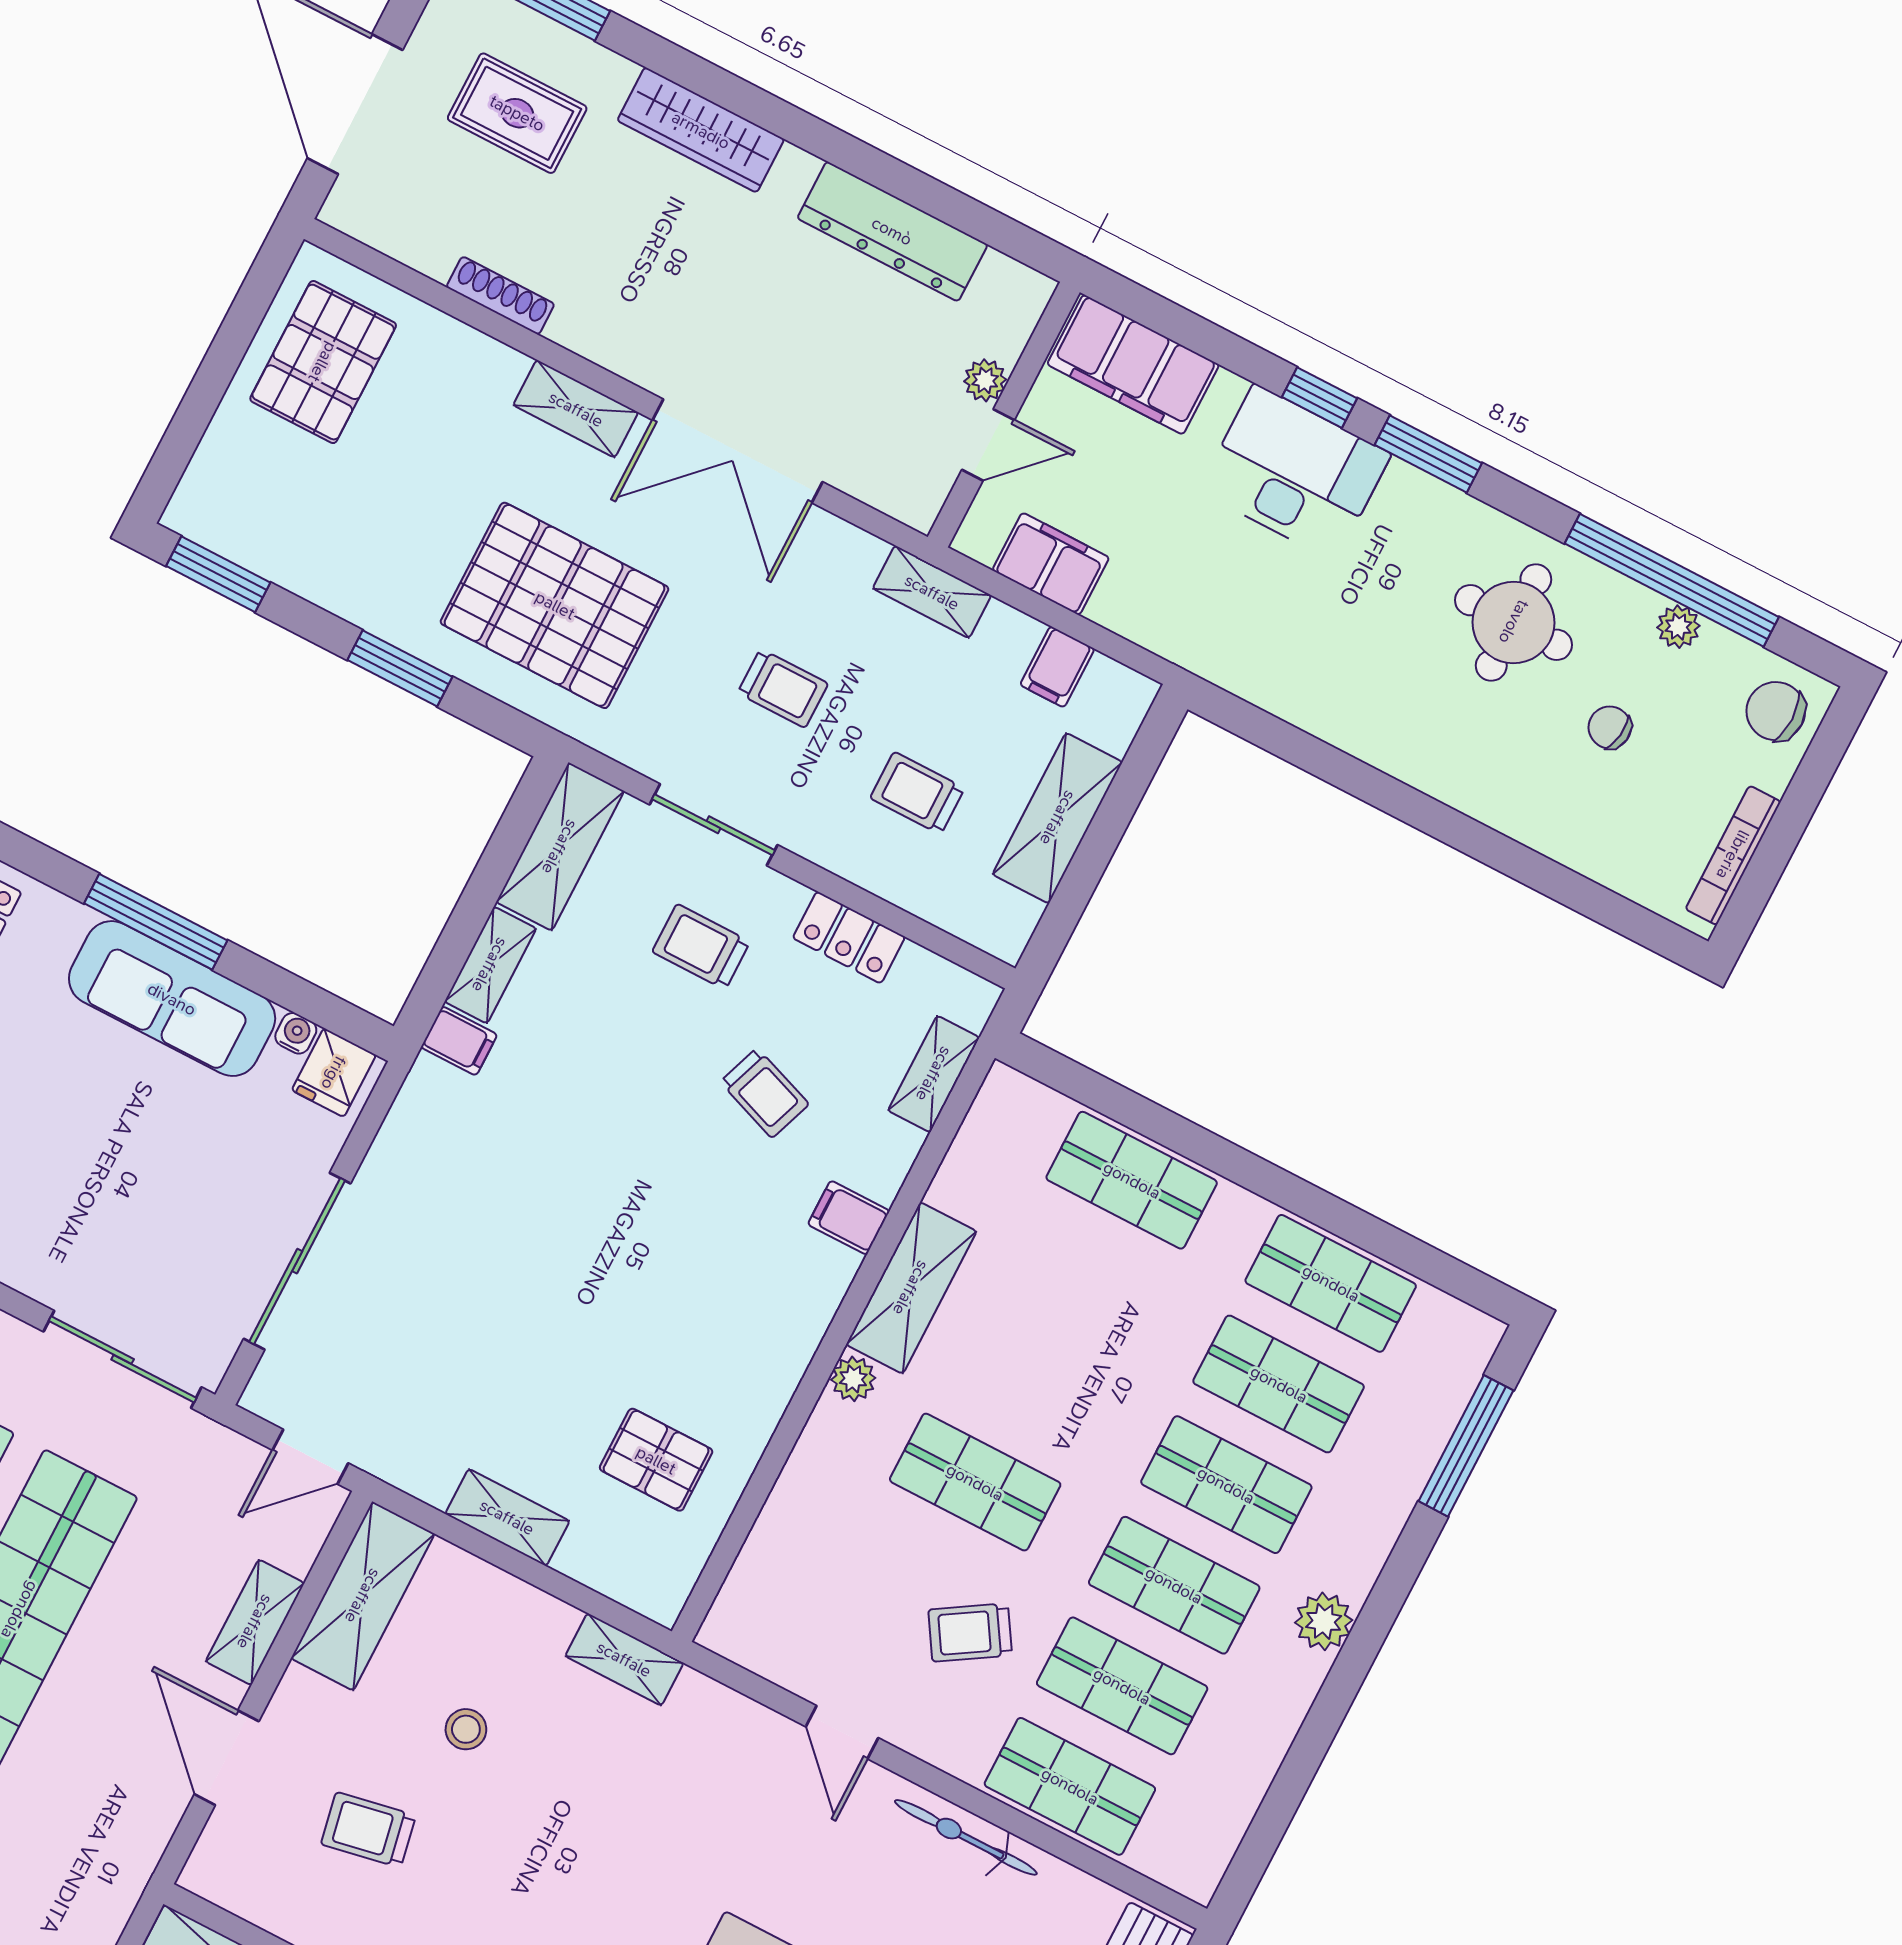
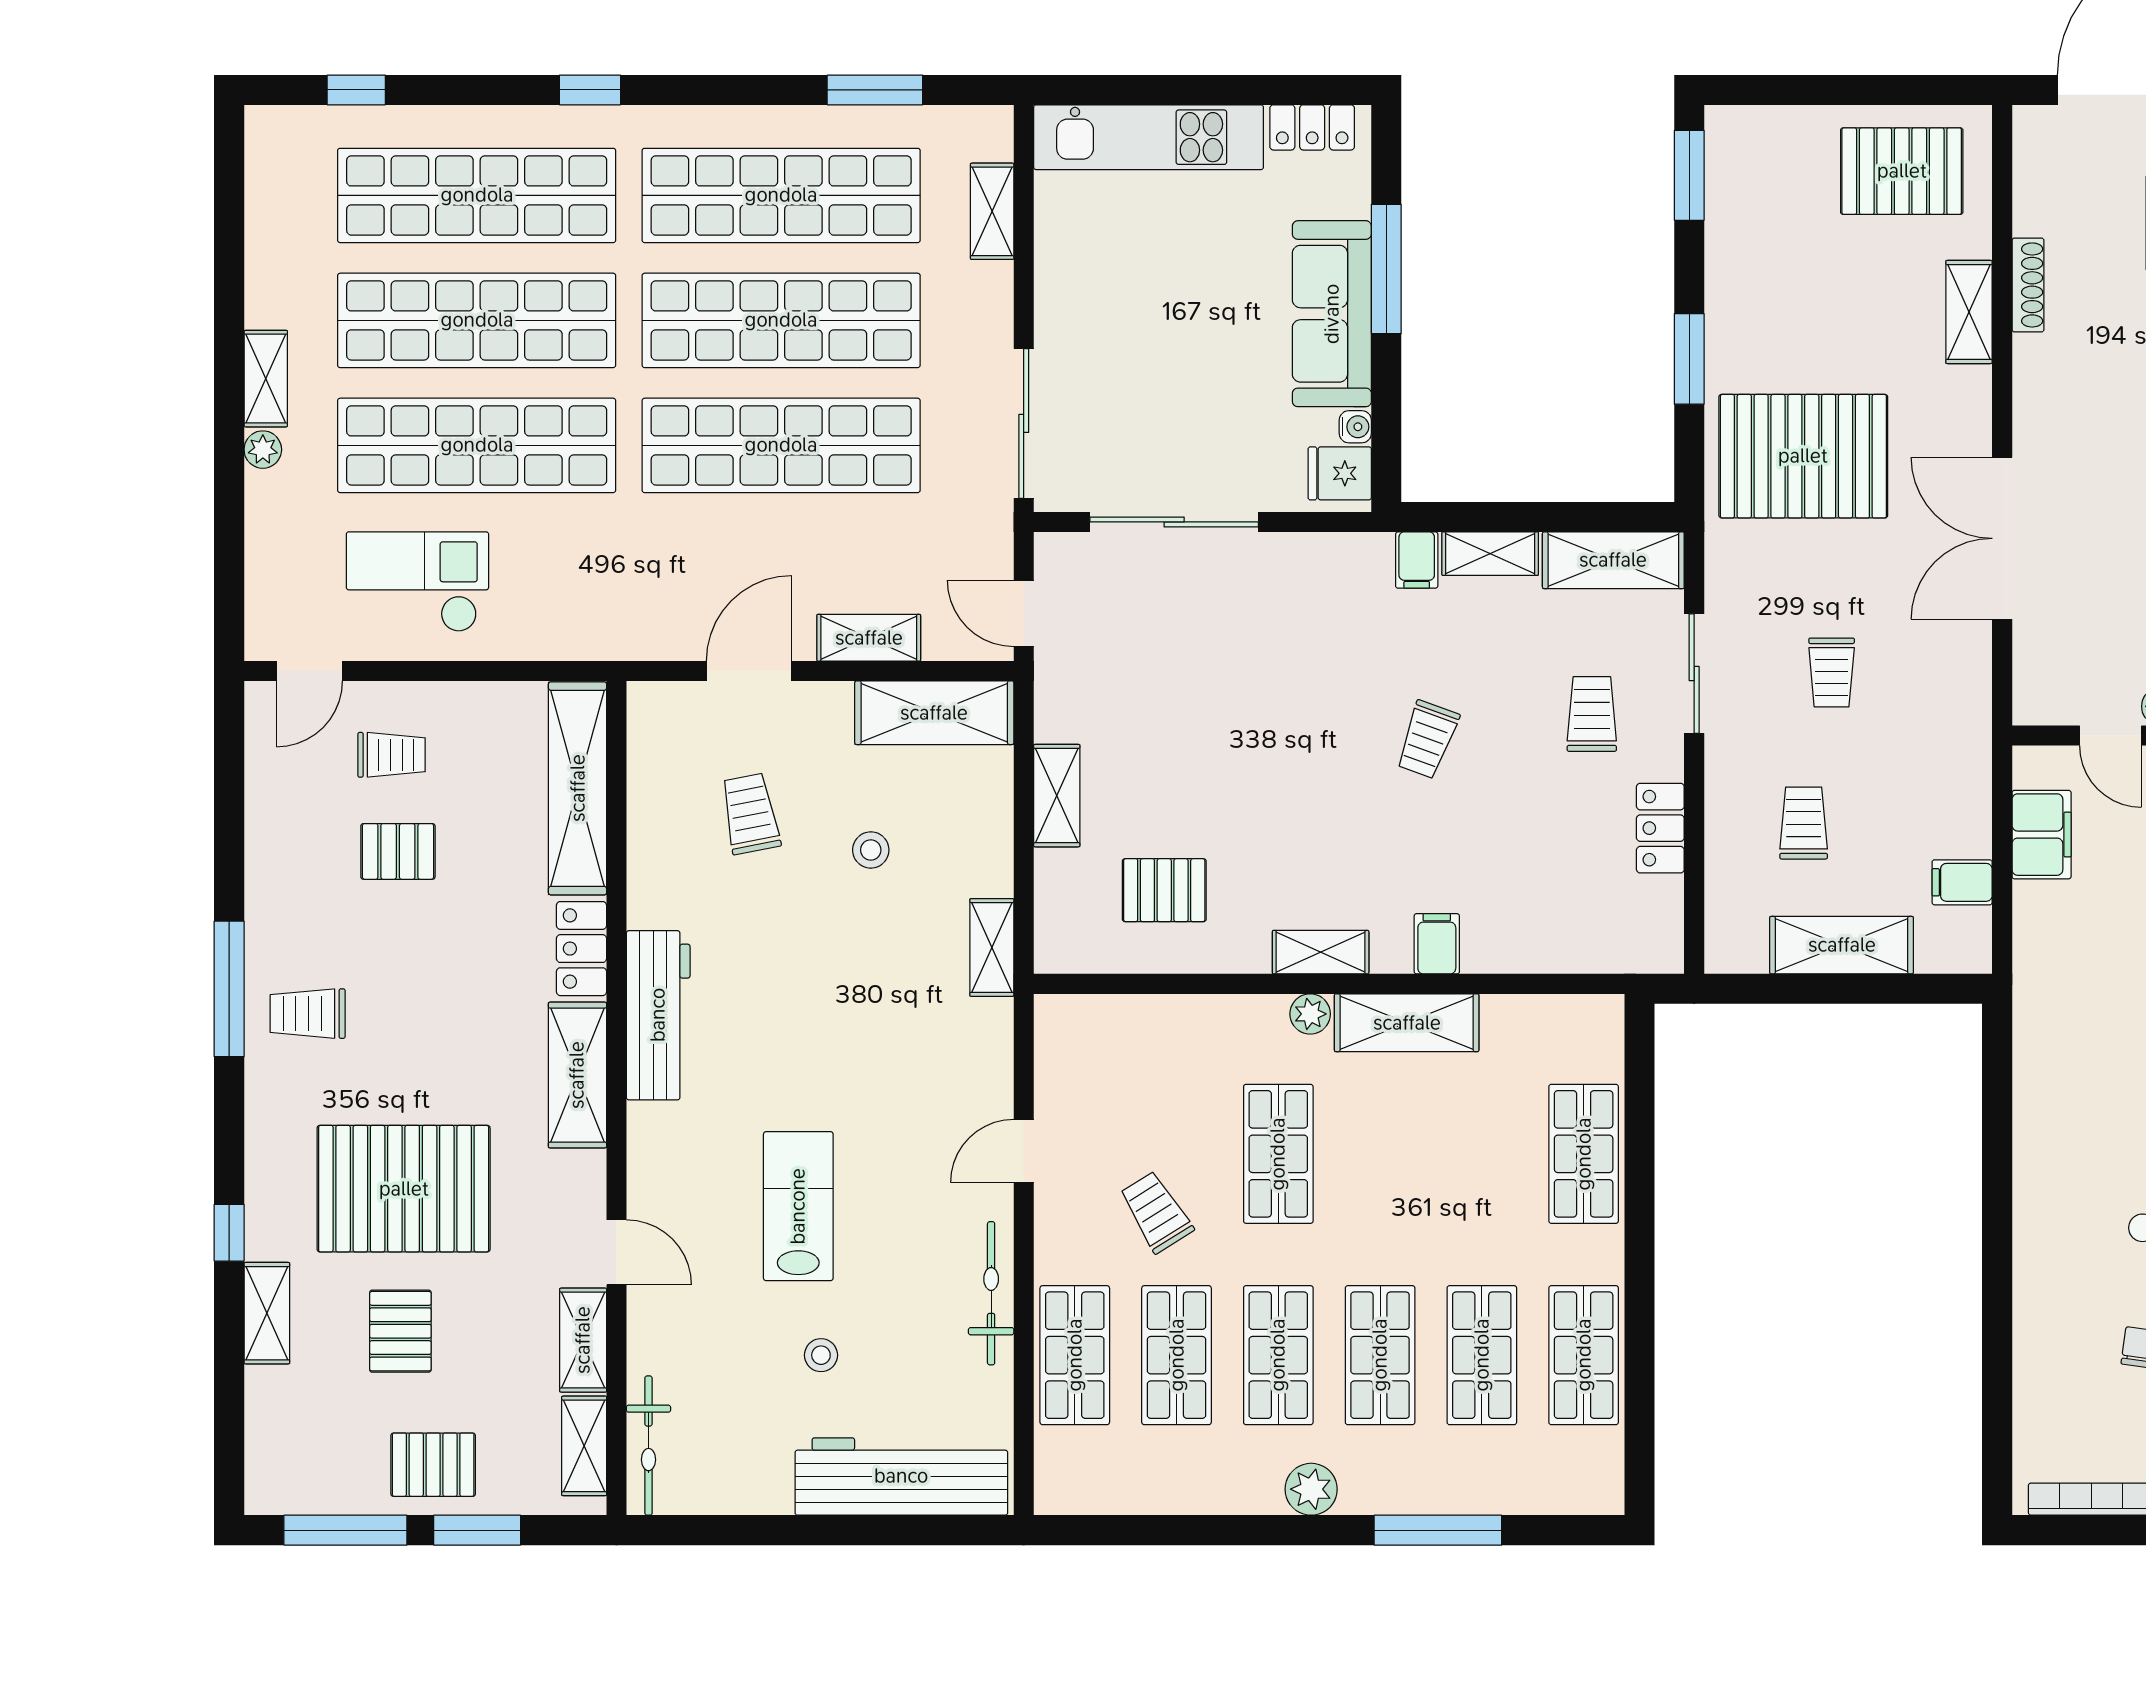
shelving: (576, 409) -> (1969, 312), moved
shelving: (932, 592) -> (1970, 751), removed
pallet: (555, 605) -> (1803, 456), turned 90
shelving: (934, 1074) -> (1321, 952), moved
trolley: (764, 1093) -> (1427, 740), moved
window: (1466, 1446) -> (1438, 1530), moved
pallet: (656, 1460) -> (1164, 890), turned 90

